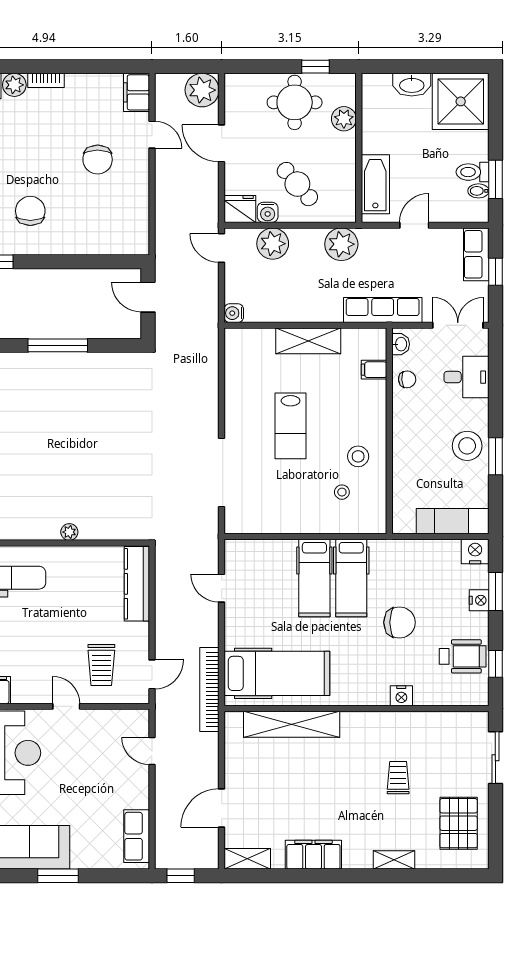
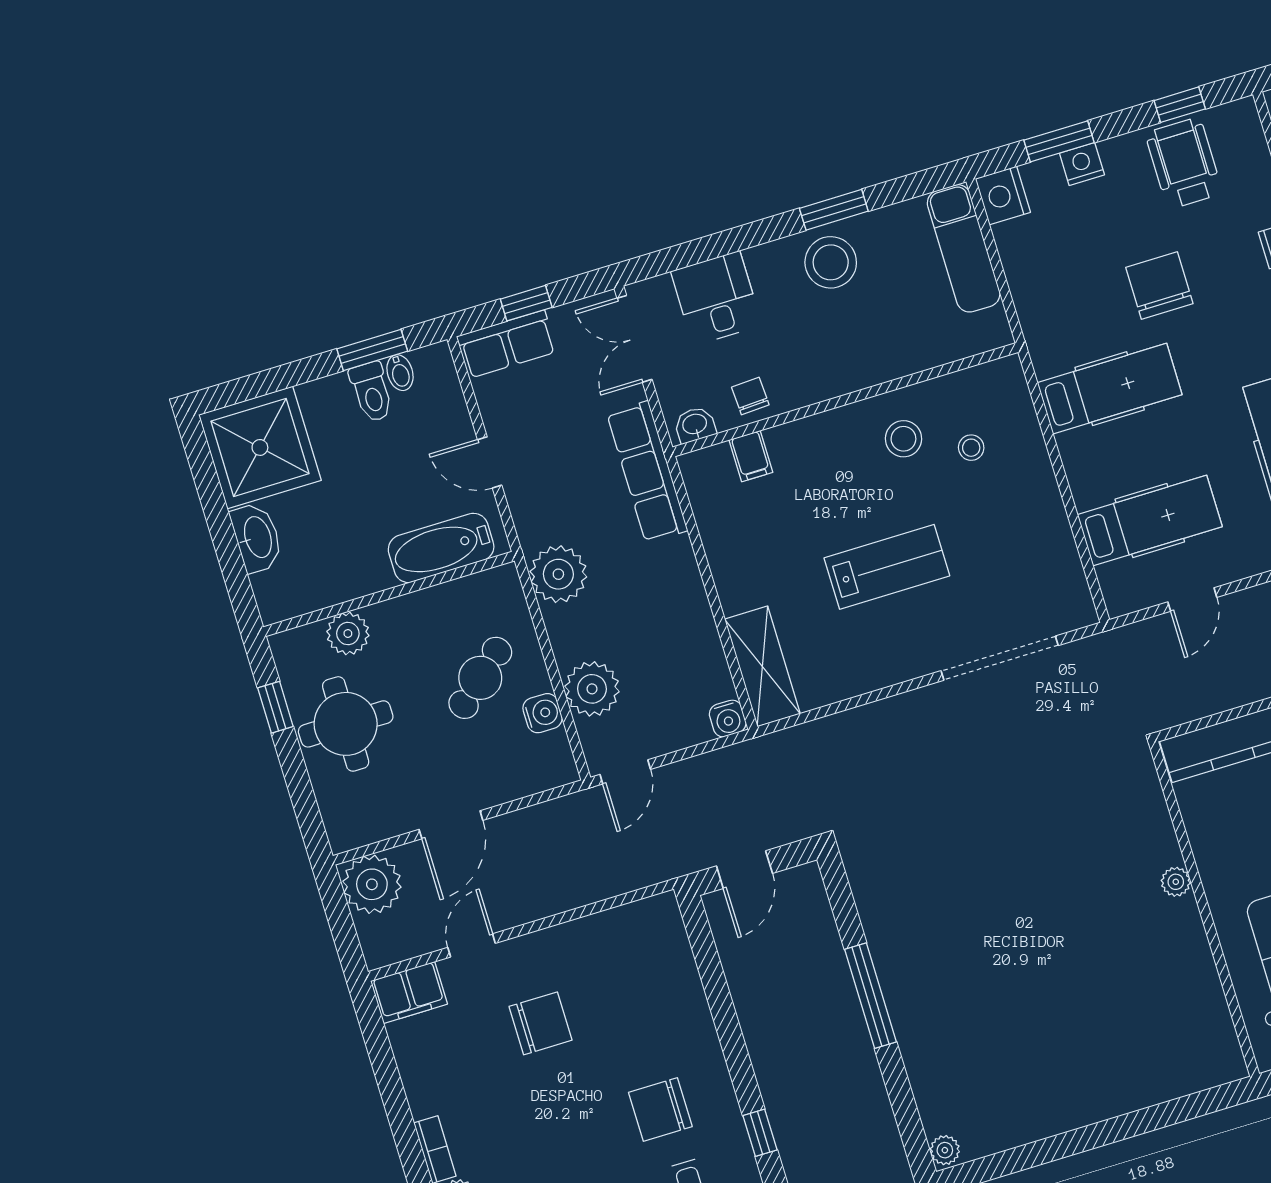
fridge: (240, 209) -> (551, 761), removed
shelving: (308, 341) -> (762, 666), moved
hospital bed: (314, 578) -> (1150, 521), moved

